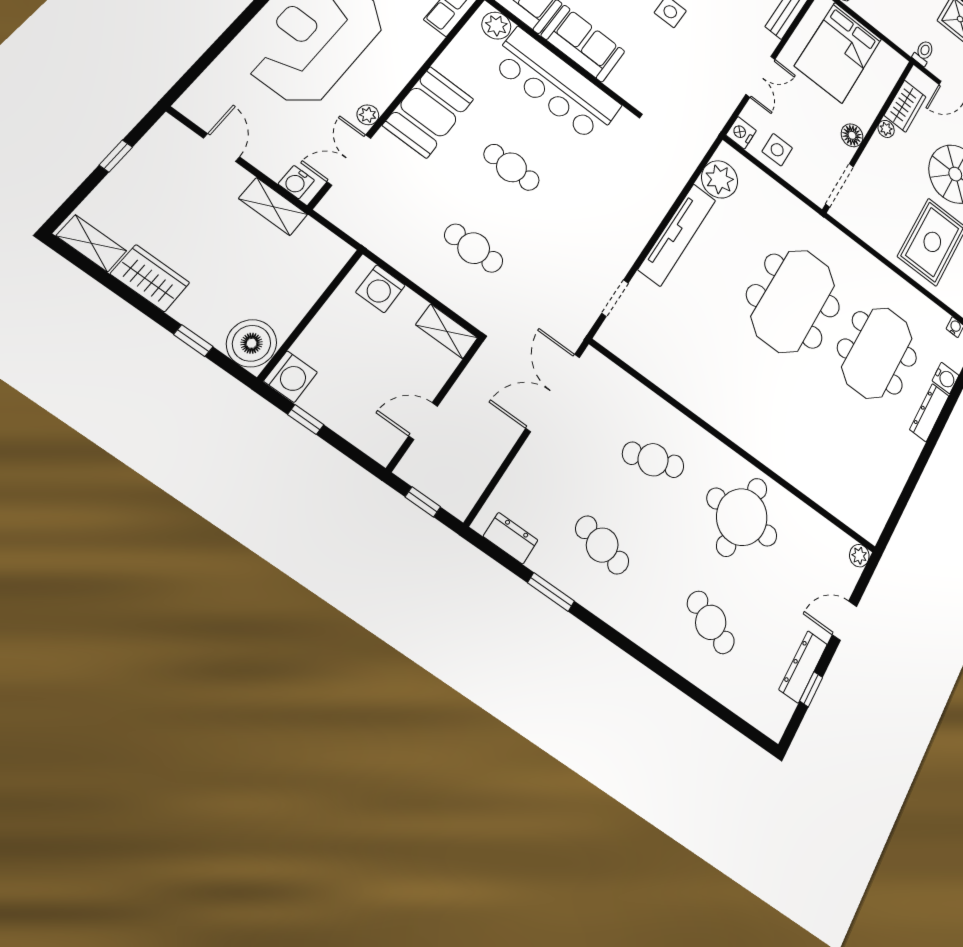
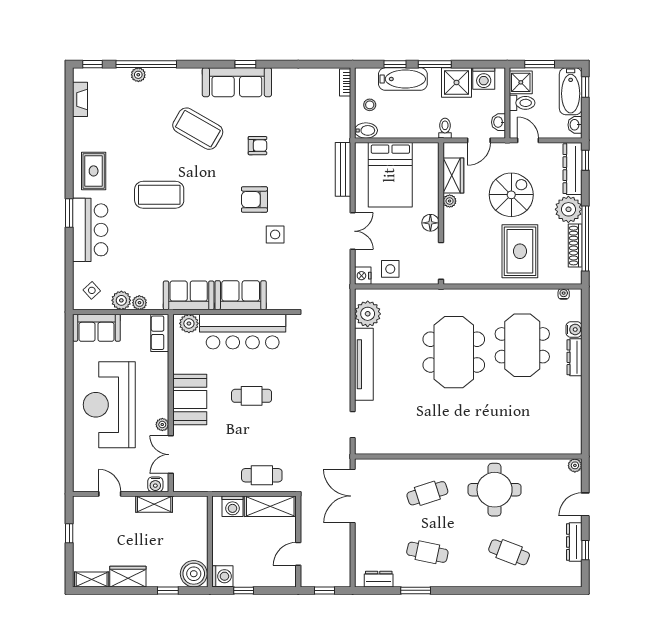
cafe table: (474, 248) -> (262, 475), moved
shelving: (447, 331) -> (270, 506), width x1.50, depth x1.33

